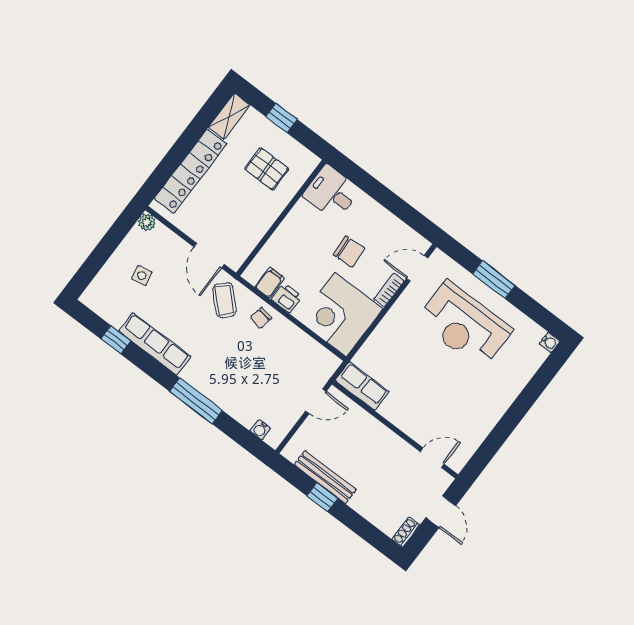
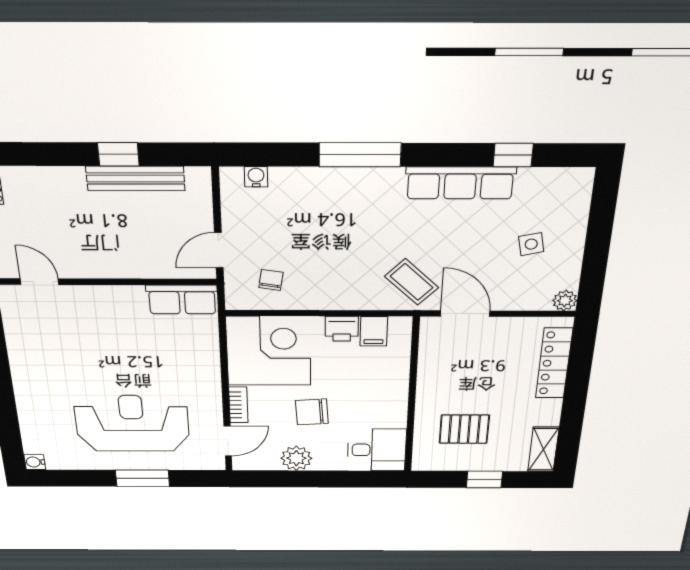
locker: (190, 171) -> (554, 363), width x0.71, depth x0.83
plant: (386, 223) -> (296, 458), added
chair: (261, 318) -> (271, 280), moved
door: (432, 458) -> (40, 282), swing flipped

